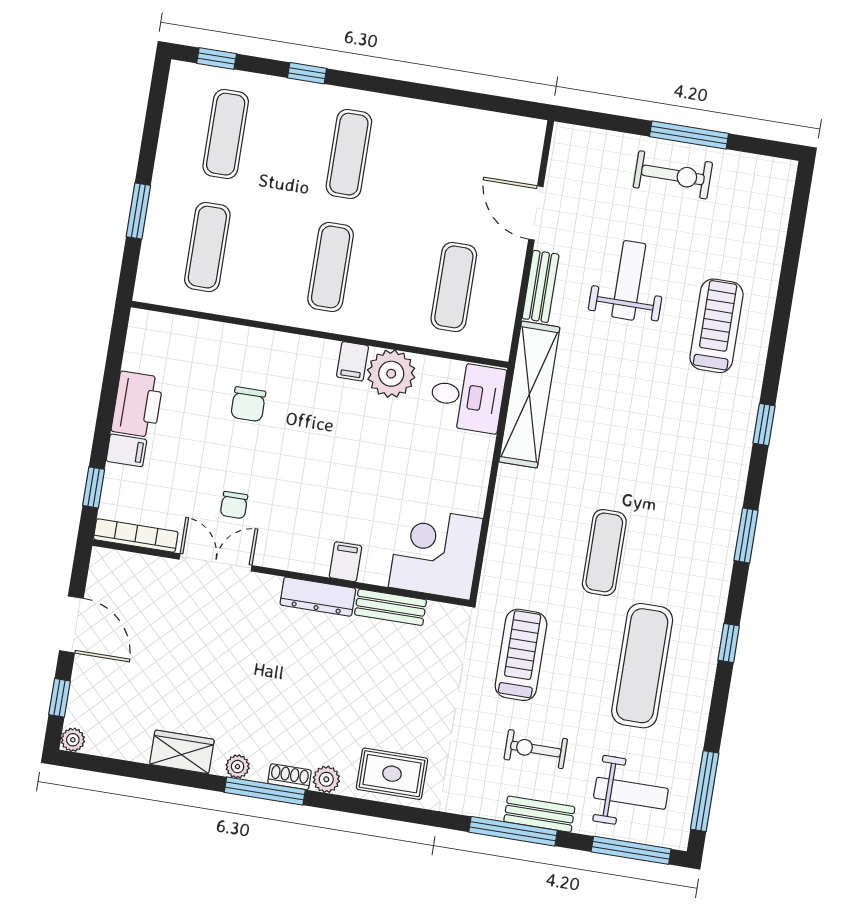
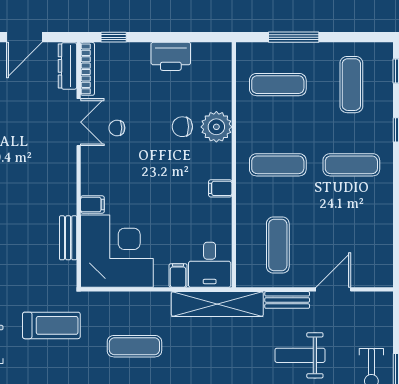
exercise mat: (226, 134) -> (351, 85), turned 90
window: (138, 211) -> (294, 37), width x1.44
weight bench: (629, 280) -> (300, 355), turned 180
exercise mat: (454, 287) -> (278, 245), turned 90
plant: (391, 374) -> (216, 127), moved
filing cabinet: (126, 450) -> (178, 275), moved, turned 180
exercise mat: (604, 552) -> (134, 346), moved
corner desk: (436, 553) -> (117, 251), width x1.36, depth x1.36
dresser: (318, 597) -> (67, 66), moved

